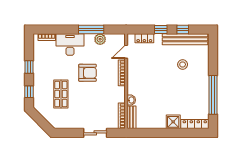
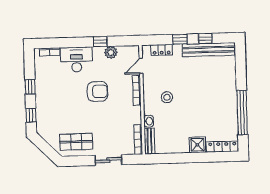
window: (91, 29) -> (100, 42), width x0.46
stool: (183, 64) -> (167, 97), moved
shop shelf: (61, 94) -> (76, 142), moved, turned 90

